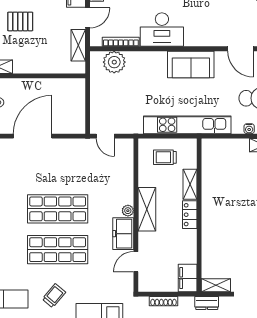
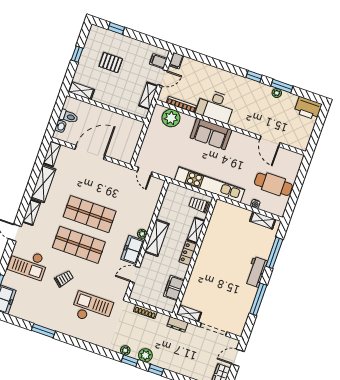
sofa: (191, 64) -> (211, 134), moved
trolley: (165, 157) -> (199, 205), moved
filing cabinet: (188, 278) -> (174, 288), moved

